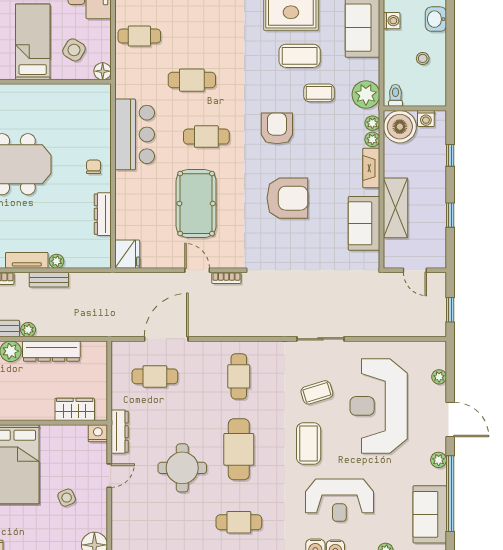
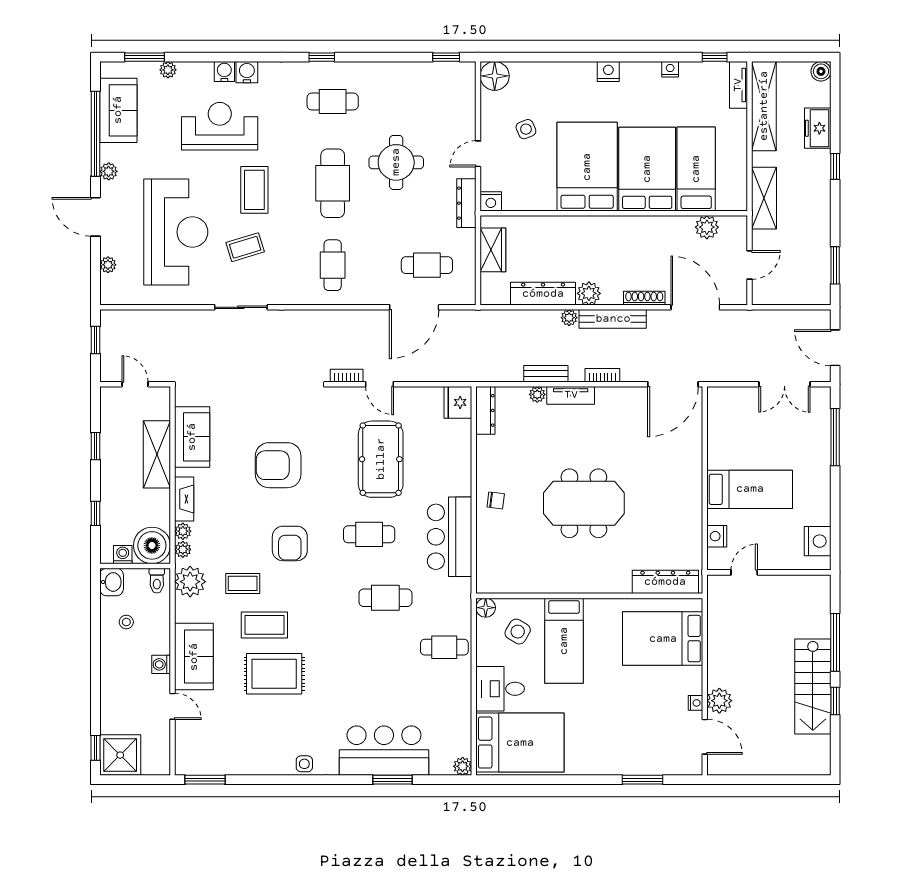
washbasin: (436, 19) -> (112, 582), moved
chair: (94, 167) -> (496, 500), turned -83
dresser: (103, 214) -> (485, 410), moved
wardrobe: (75, 409) -> (493, 250), moved, turned -90

